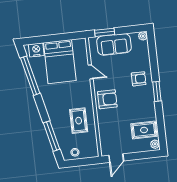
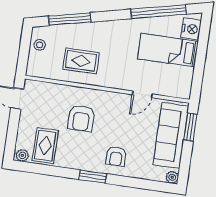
sofa: (114, 44) -> (171, 135), width x1.36
bed: (60, 62) -> (168, 50), width x0.67
armchair: (107, 99) -> (81, 118), moved

